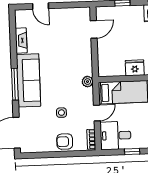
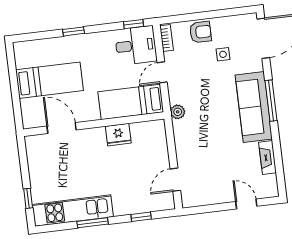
side table: (61, 113) -> (223, 54), moved
window: (132, 151) -> (134, 24), moved

